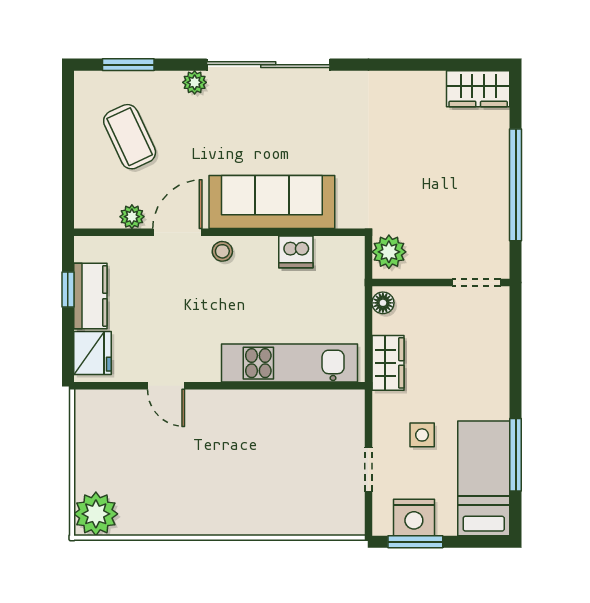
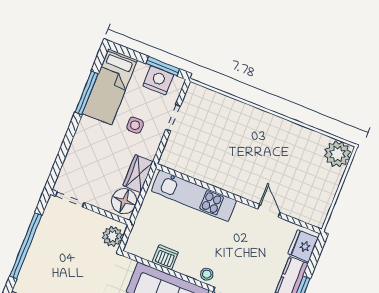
floor lamp: (383, 303) -> (124, 201), width x1.89, depth x1.89

